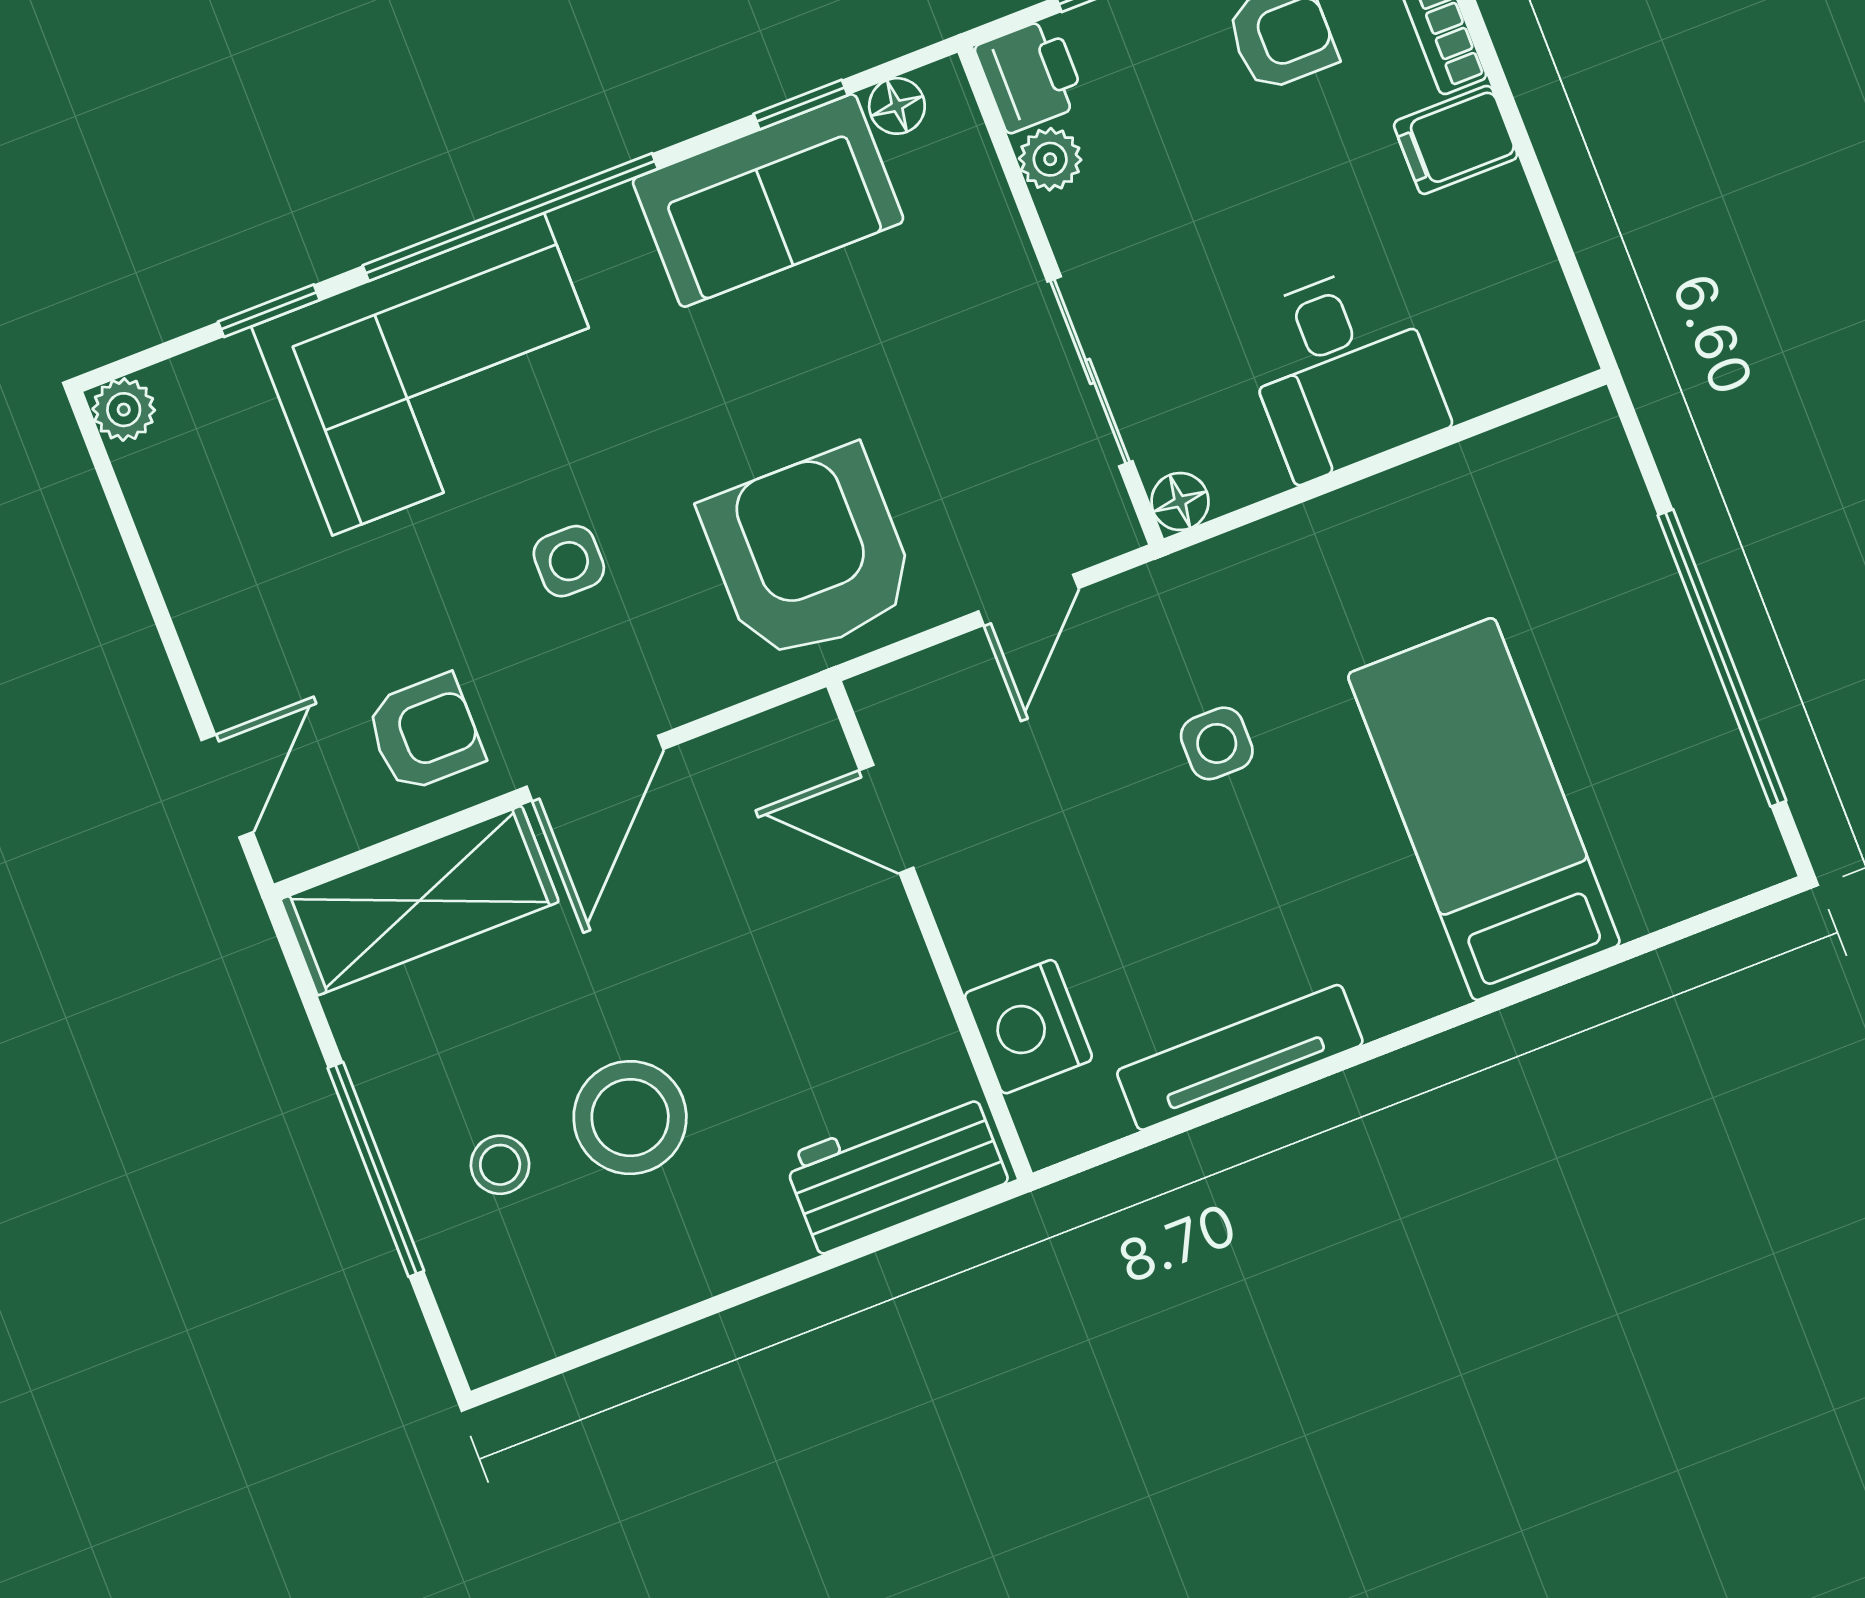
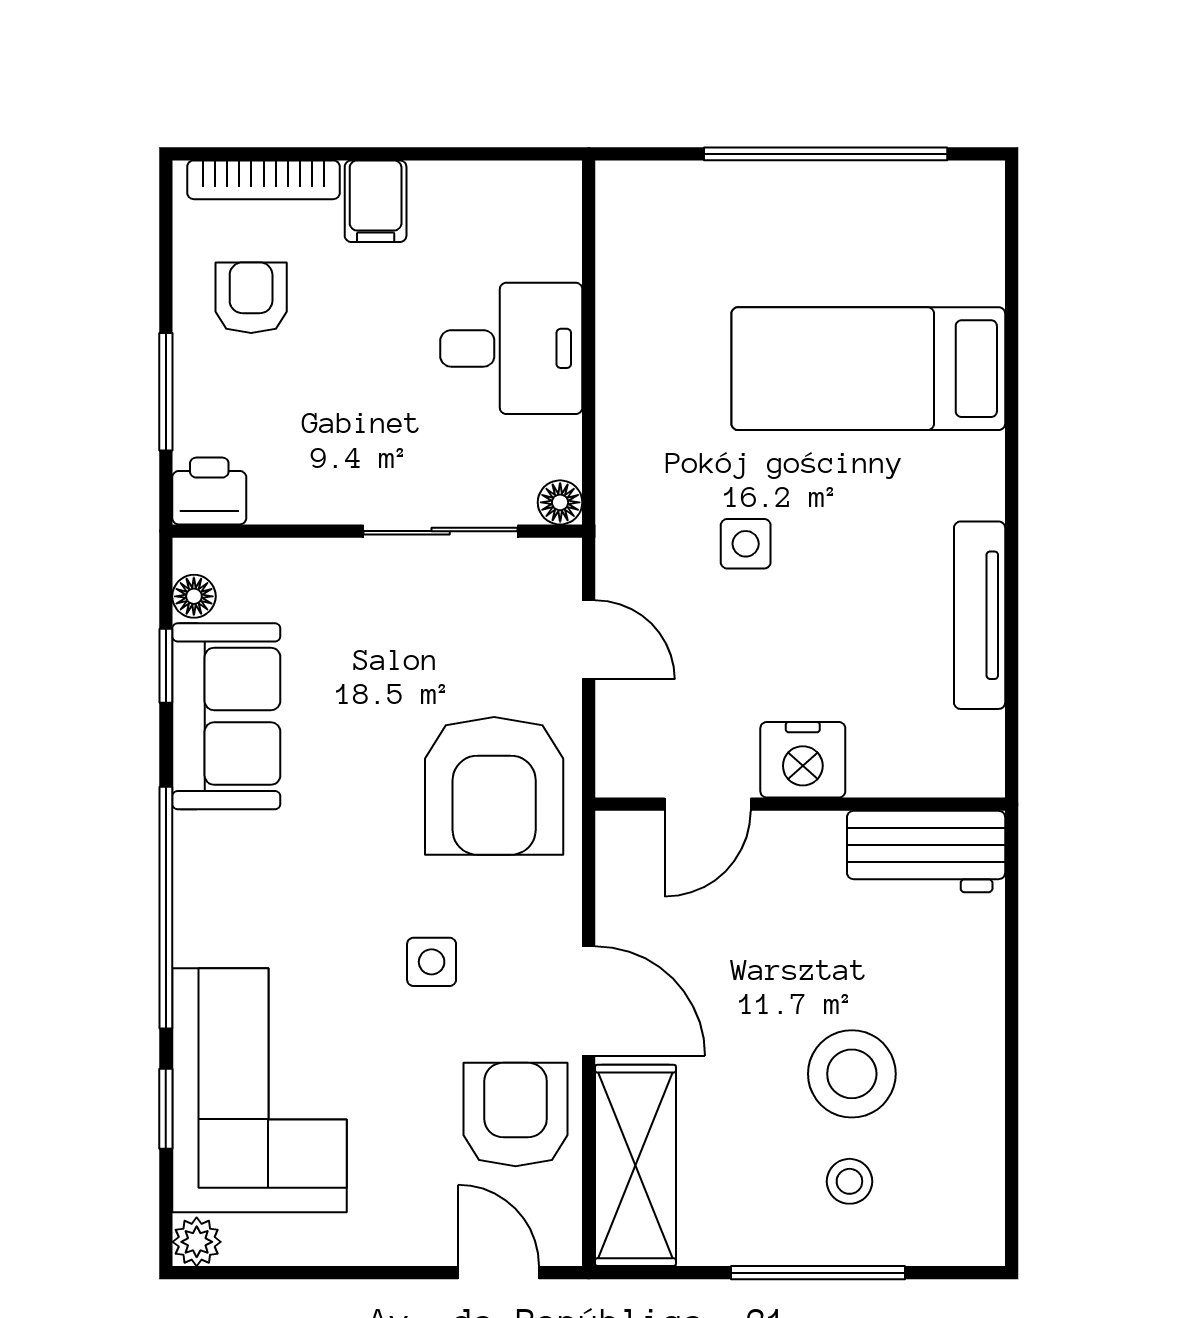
plant: (1050, 159) -> (276, 500), removed
corner sofa: (438, 374) -> (260, 1090), moved
armchair: (809, 554) -> (494, 786), turned -90
armchair: (425, 733) -> (516, 1115), width x1.38, depth x1.38
nightstand: (1028, 1027) -> (803, 760), moved
workbench: (896, 1170) -> (926, 852), moved, turned -90

